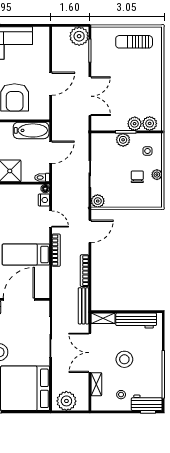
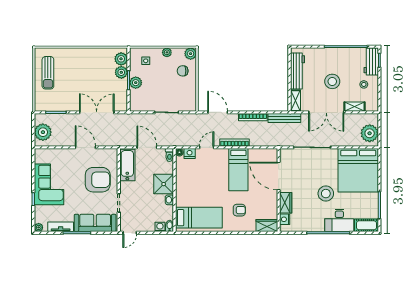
plant: (79, 36) -> (43, 132), moved
chair: (137, 177) -> (183, 71), moved
plant: (98, 201) -> (191, 54), moved

